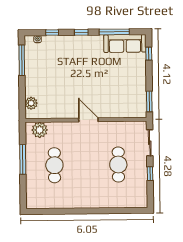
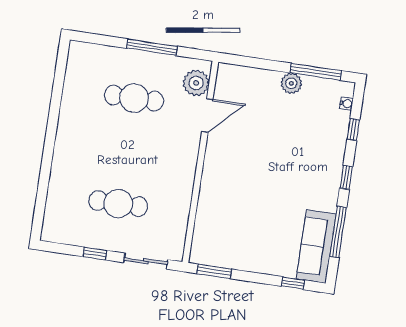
plant: (31, 103) -> (291, 83), moved
door: (88, 120) -> (207, 115), moved

